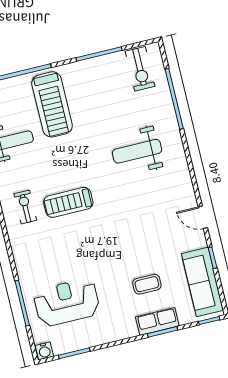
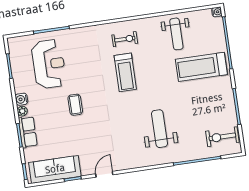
treadmill: (68, 202) -> (125, 72), turned 180
coffee table: (147, 284) -> (75, 105), moved
plant: (131, 331) -> (22, 111), added
water cooler: (44, 351) -> (21, 99), moved

